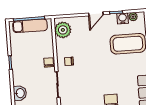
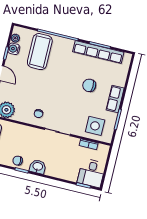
chair: (49, 62) -> (18, 161), moved
washbasin: (20, 93) -> (38, 167), moved

